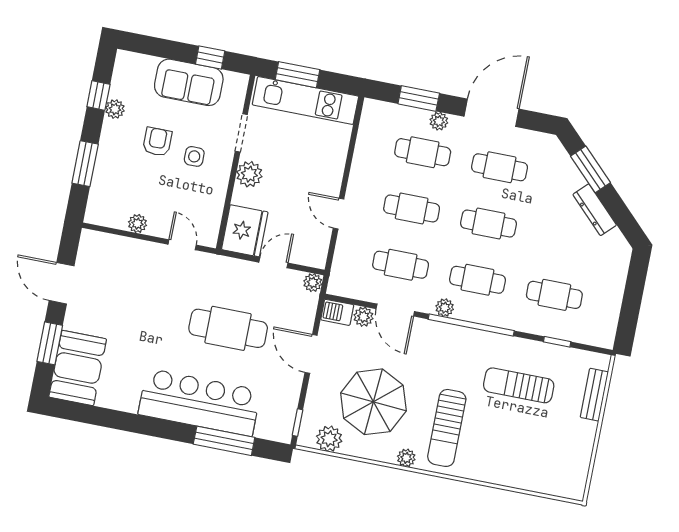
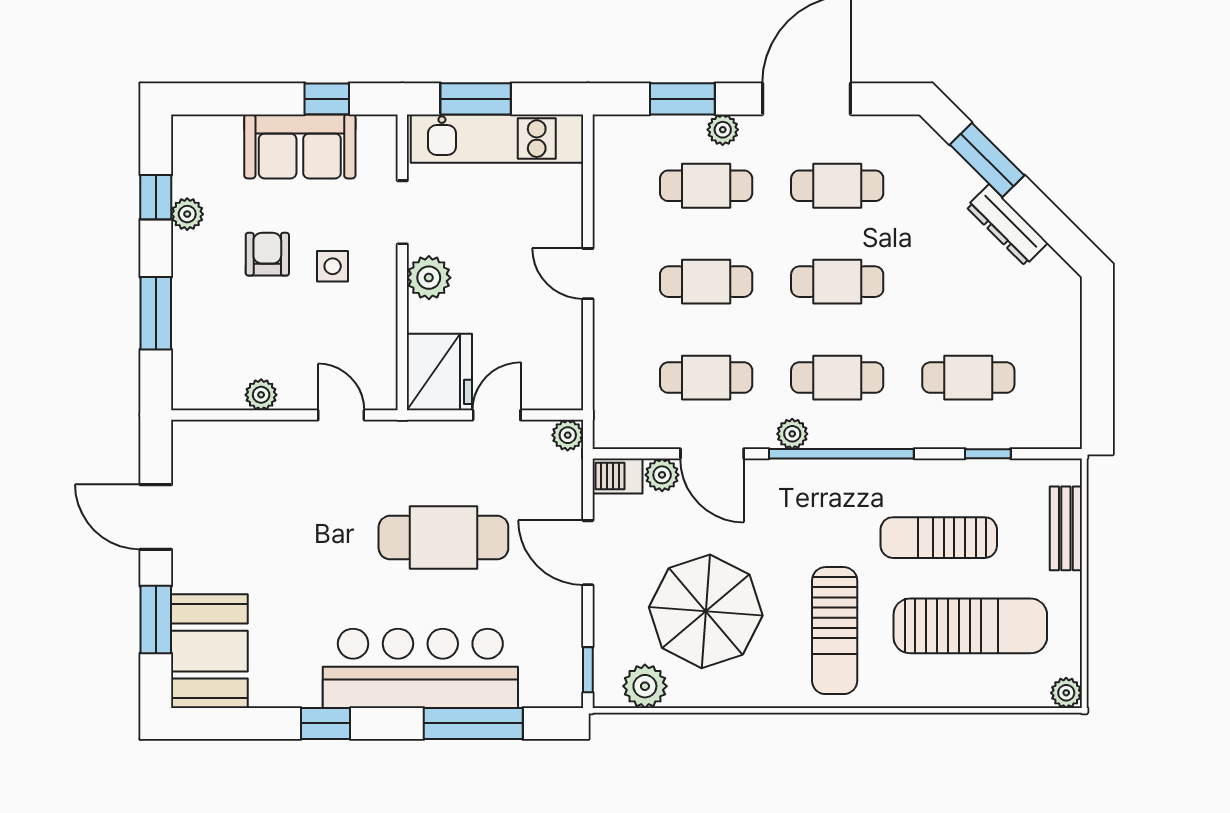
door: (339, 214) -> (588, 274), moved
window: (137, 424) -> (326, 723), added
sun lounger: (527, 441) -> (970, 626), added
plant: (406, 458) -> (1066, 693), moved

